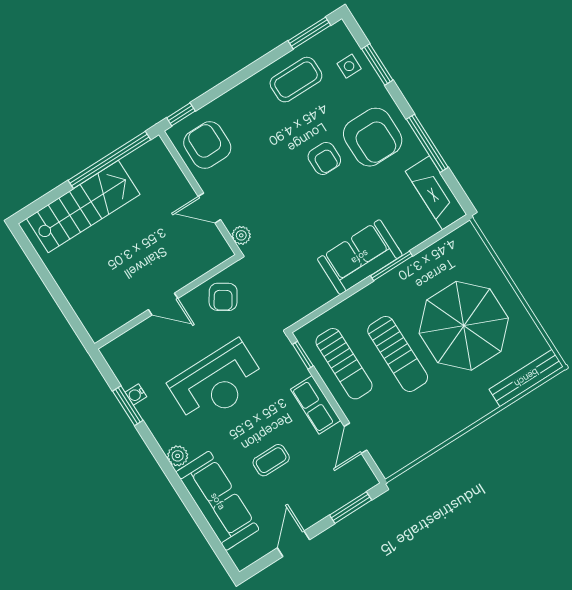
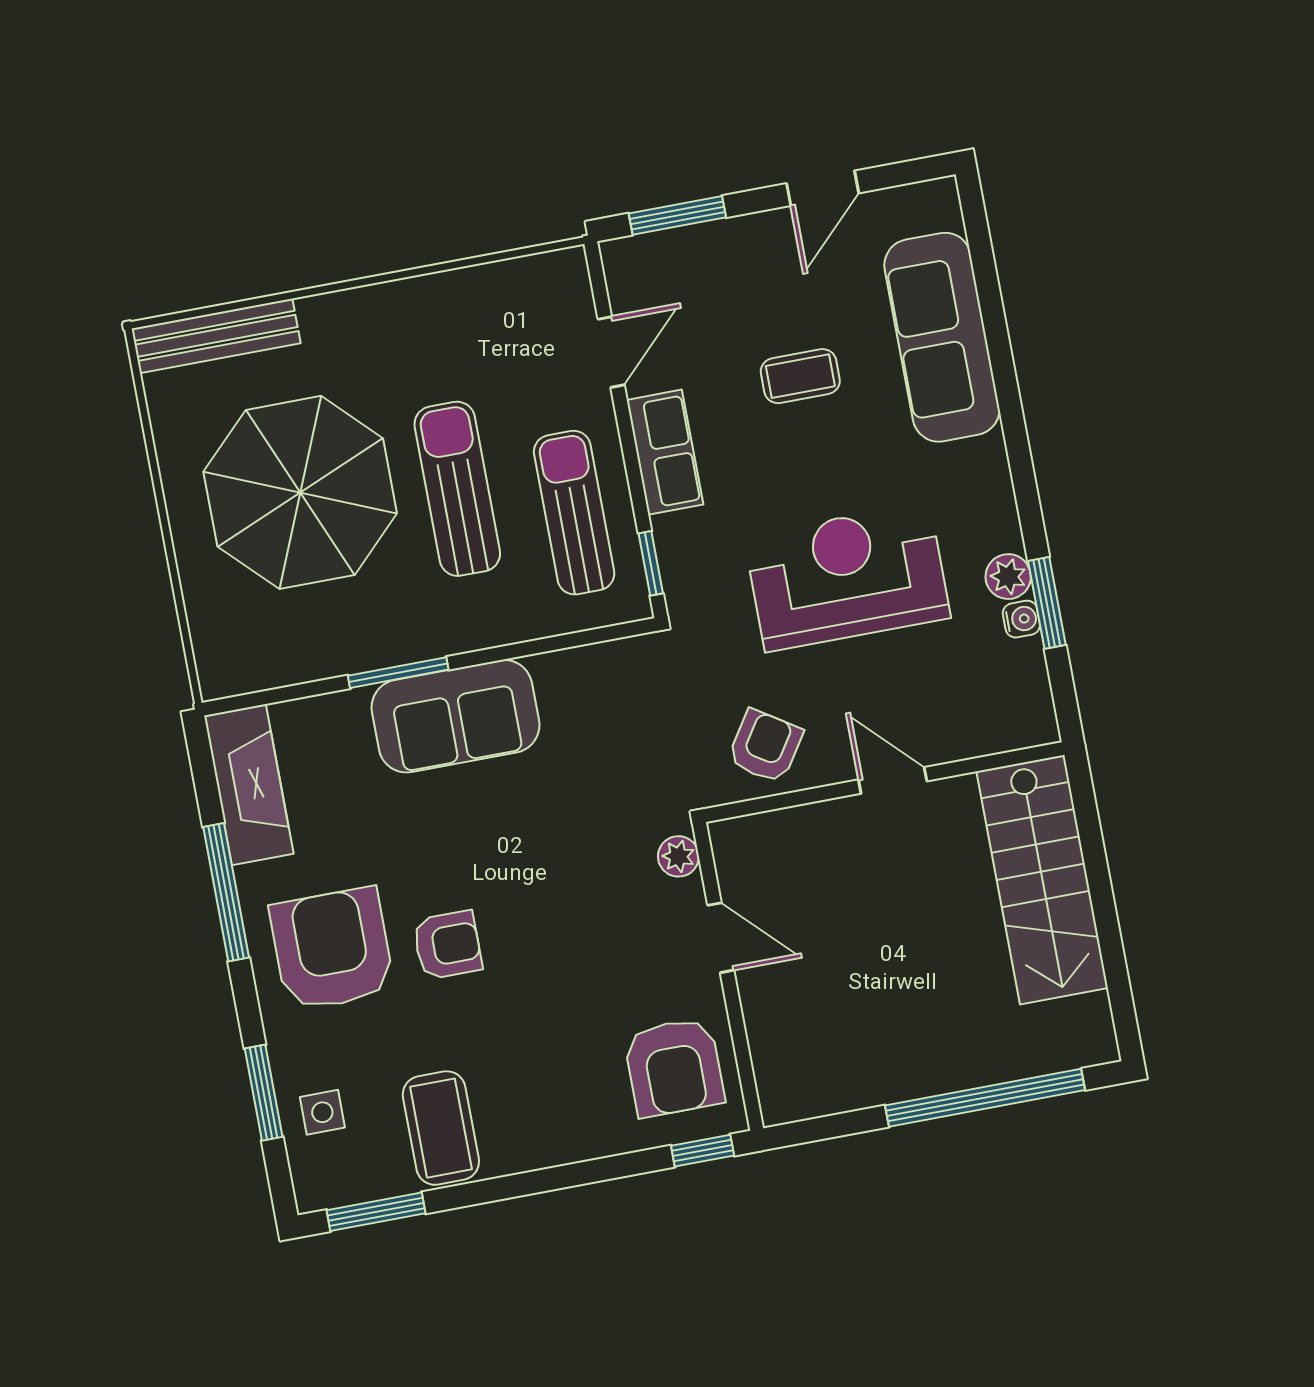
coffee table: (296, 80) -> (441, 1128), turned 90
armchair: (324, 158) -> (447, 945), turned 90
window: (109, 160) -> (985, 1098), moved
stairs: (83, 207) -> (1042, 880), moved, turned -90
plant: (178, 456) -> (1008, 577), moved

